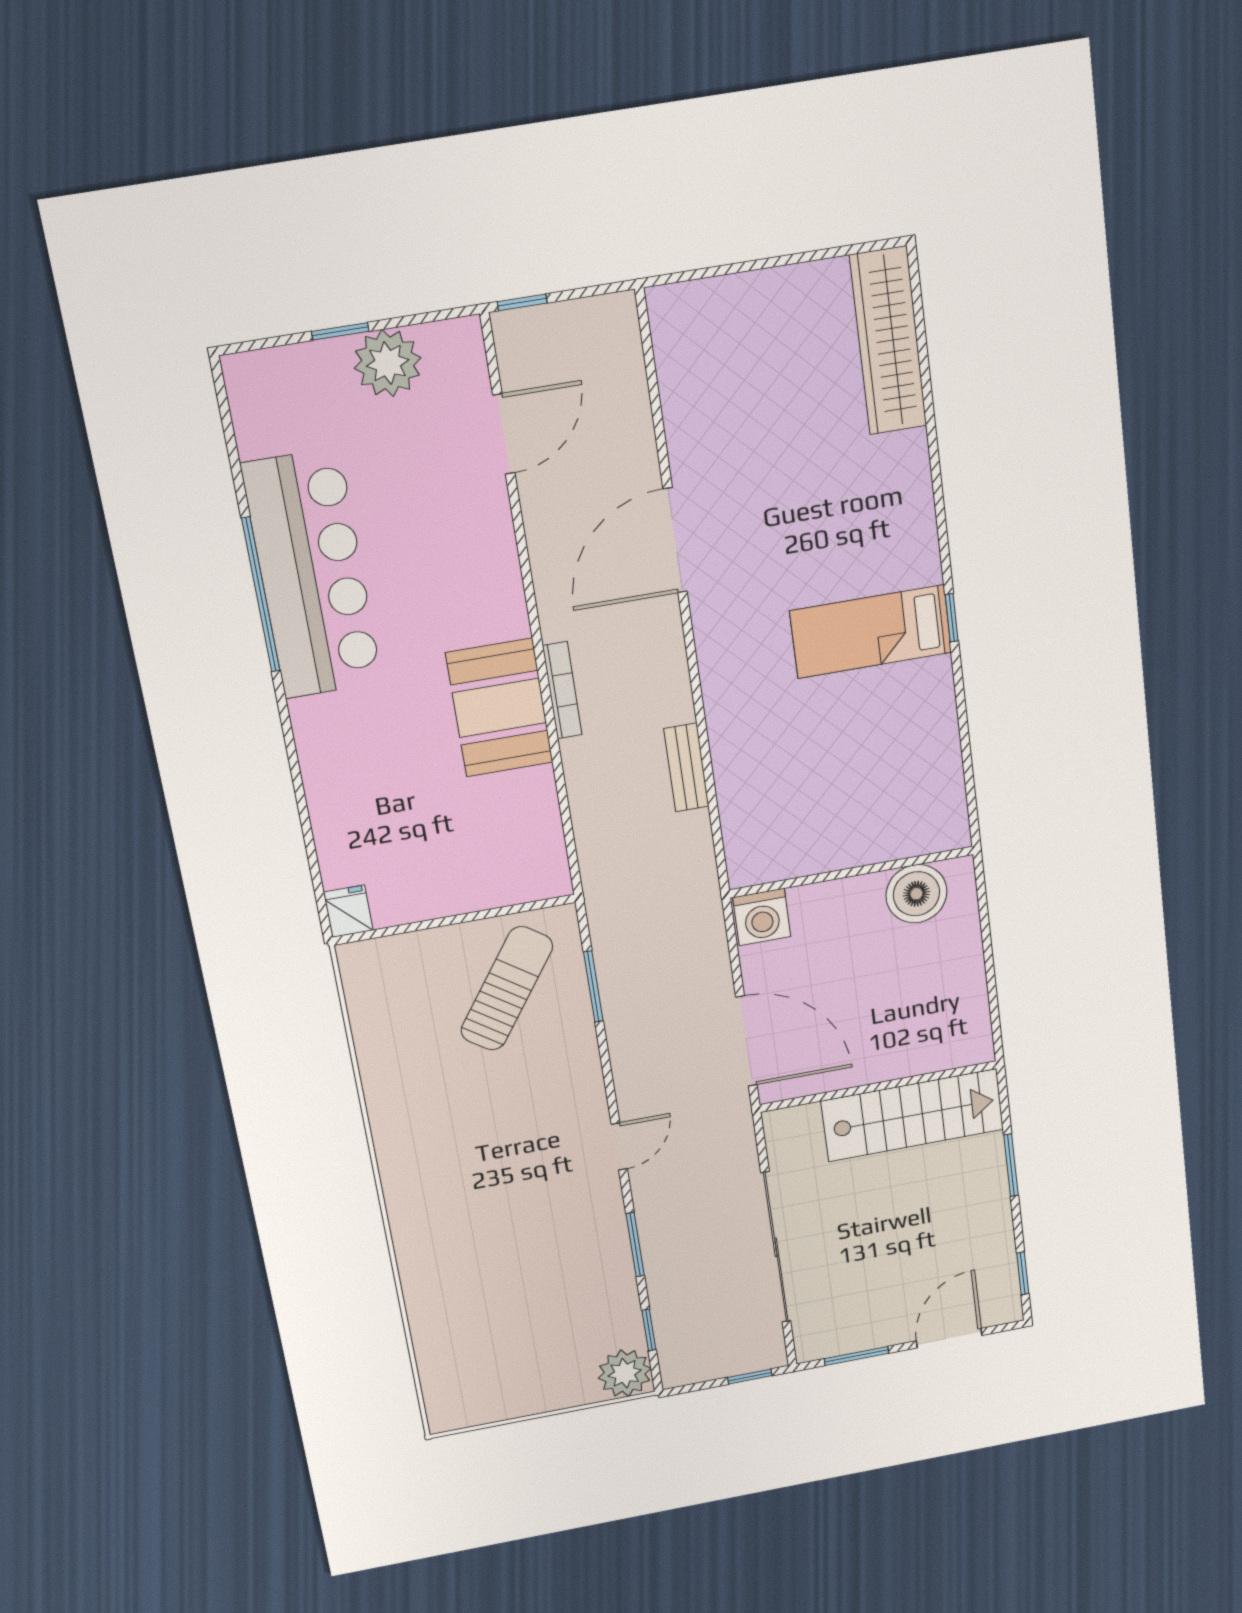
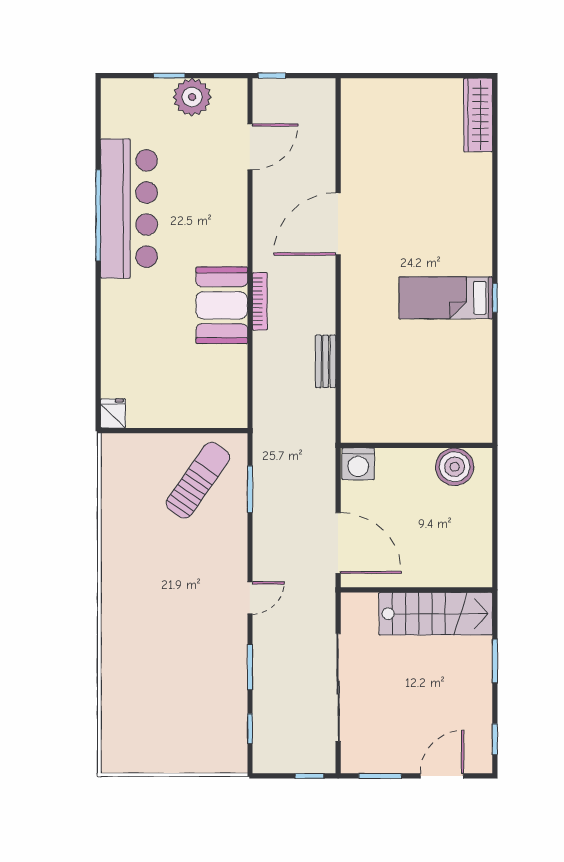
wardrobe: (888, 341) -> (478, 115), width x0.71, depth x0.85
plant: (625, 1373) -> (230, 756), removed

